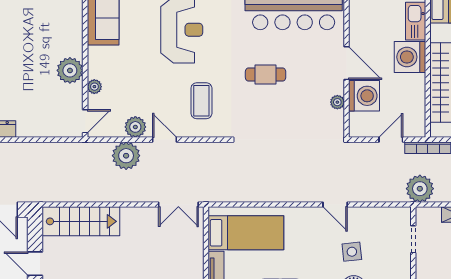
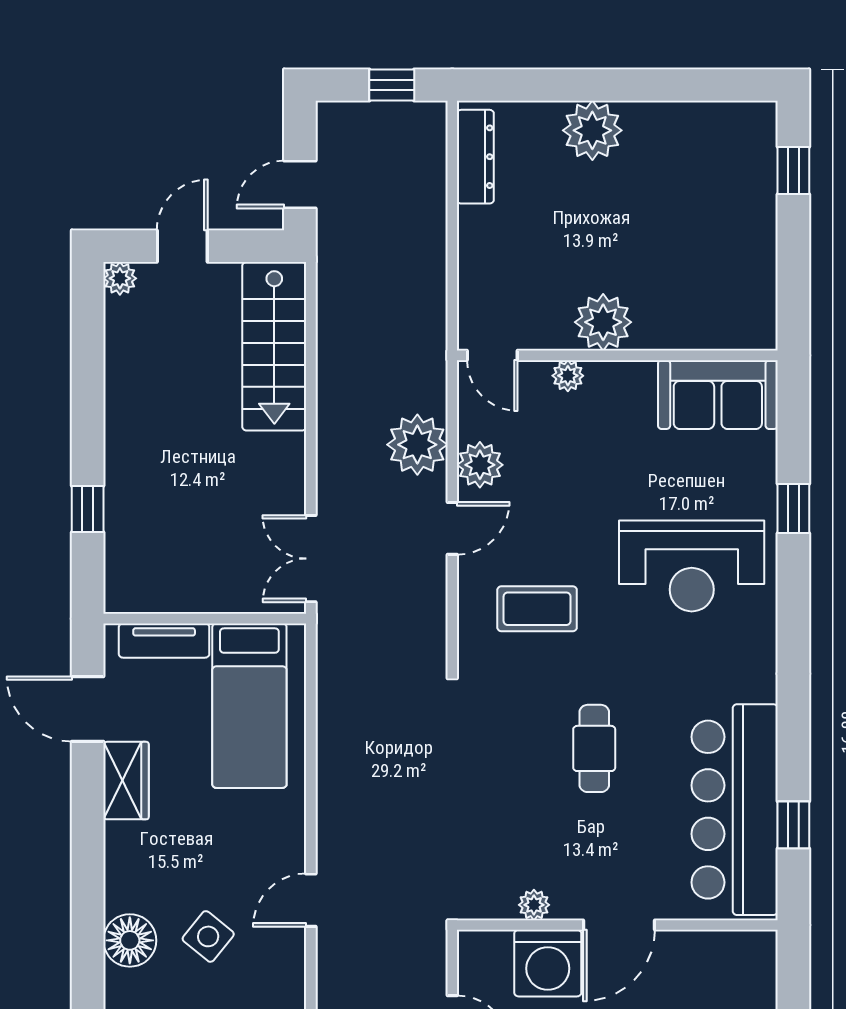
side table: (352, 252) -> (208, 936), turned 45

